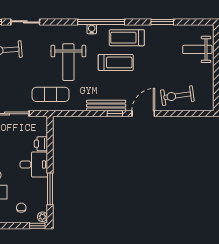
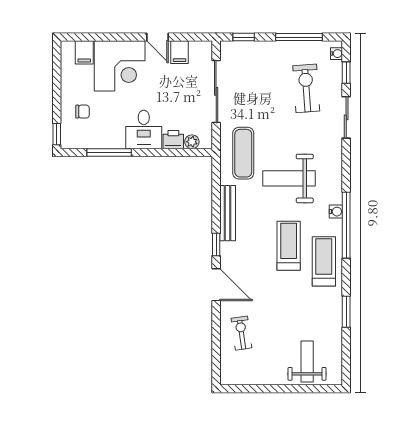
treadmill: (116, 62) -> (289, 246), turned 180
exercise bike: (177, 96) -> (241, 333), width x0.73, depth x0.72
bench: (106, 105) -> (228, 213), moved
plant: (42, 217) -> (192, 142), moved

